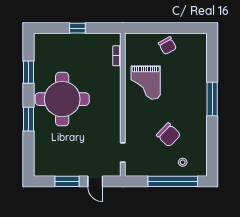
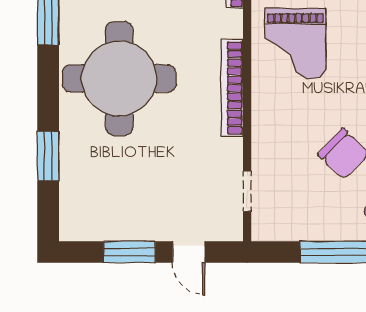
bookcase: (116, 104) -> (232, 88), added
window: (29, 119) -> (48, 156), moved

